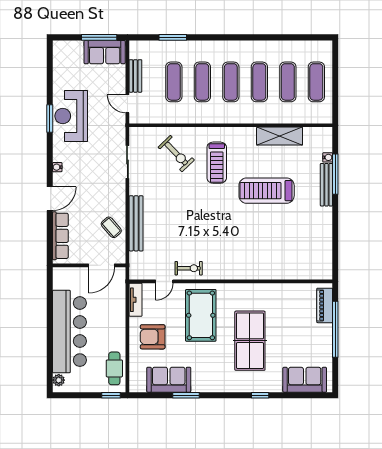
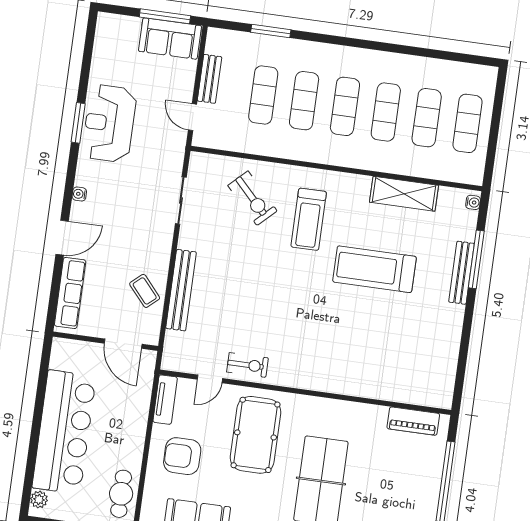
water cooler: (328, 157) -> (473, 202), moved
door: (101, 265) -> (123, 344), hinge flipped
piano: (325, 305) -> (413, 421), moved, turned -90

